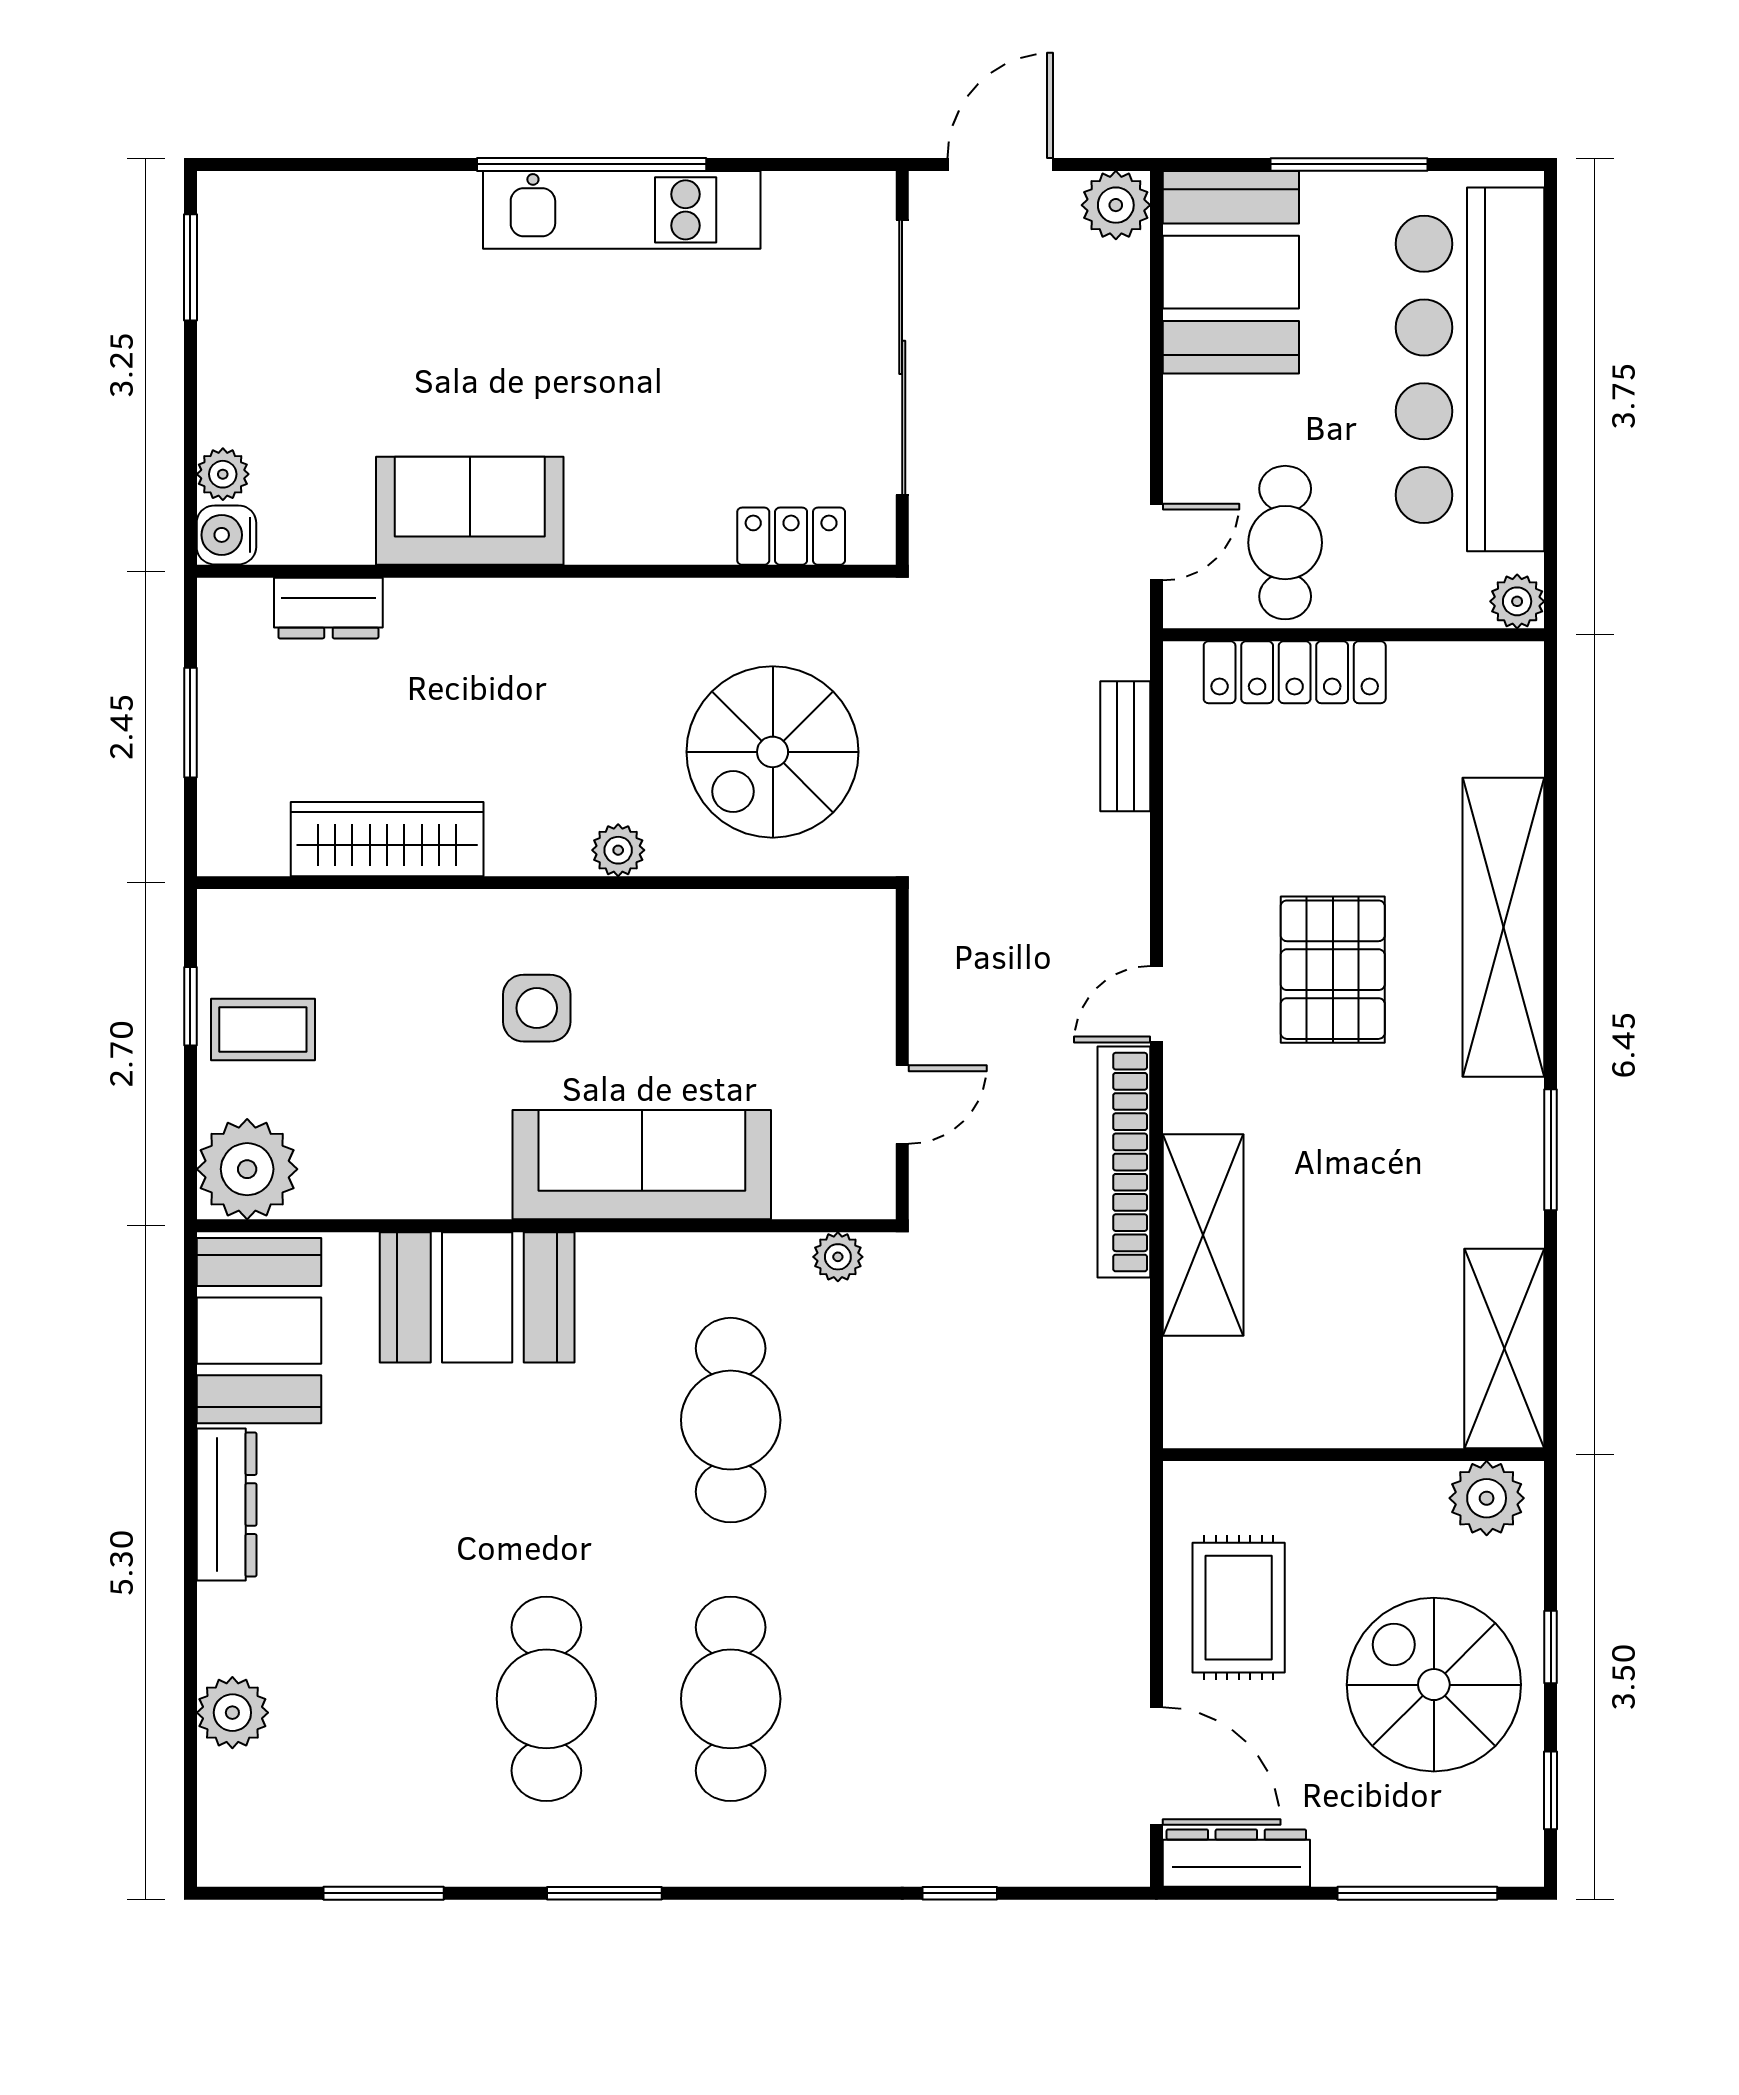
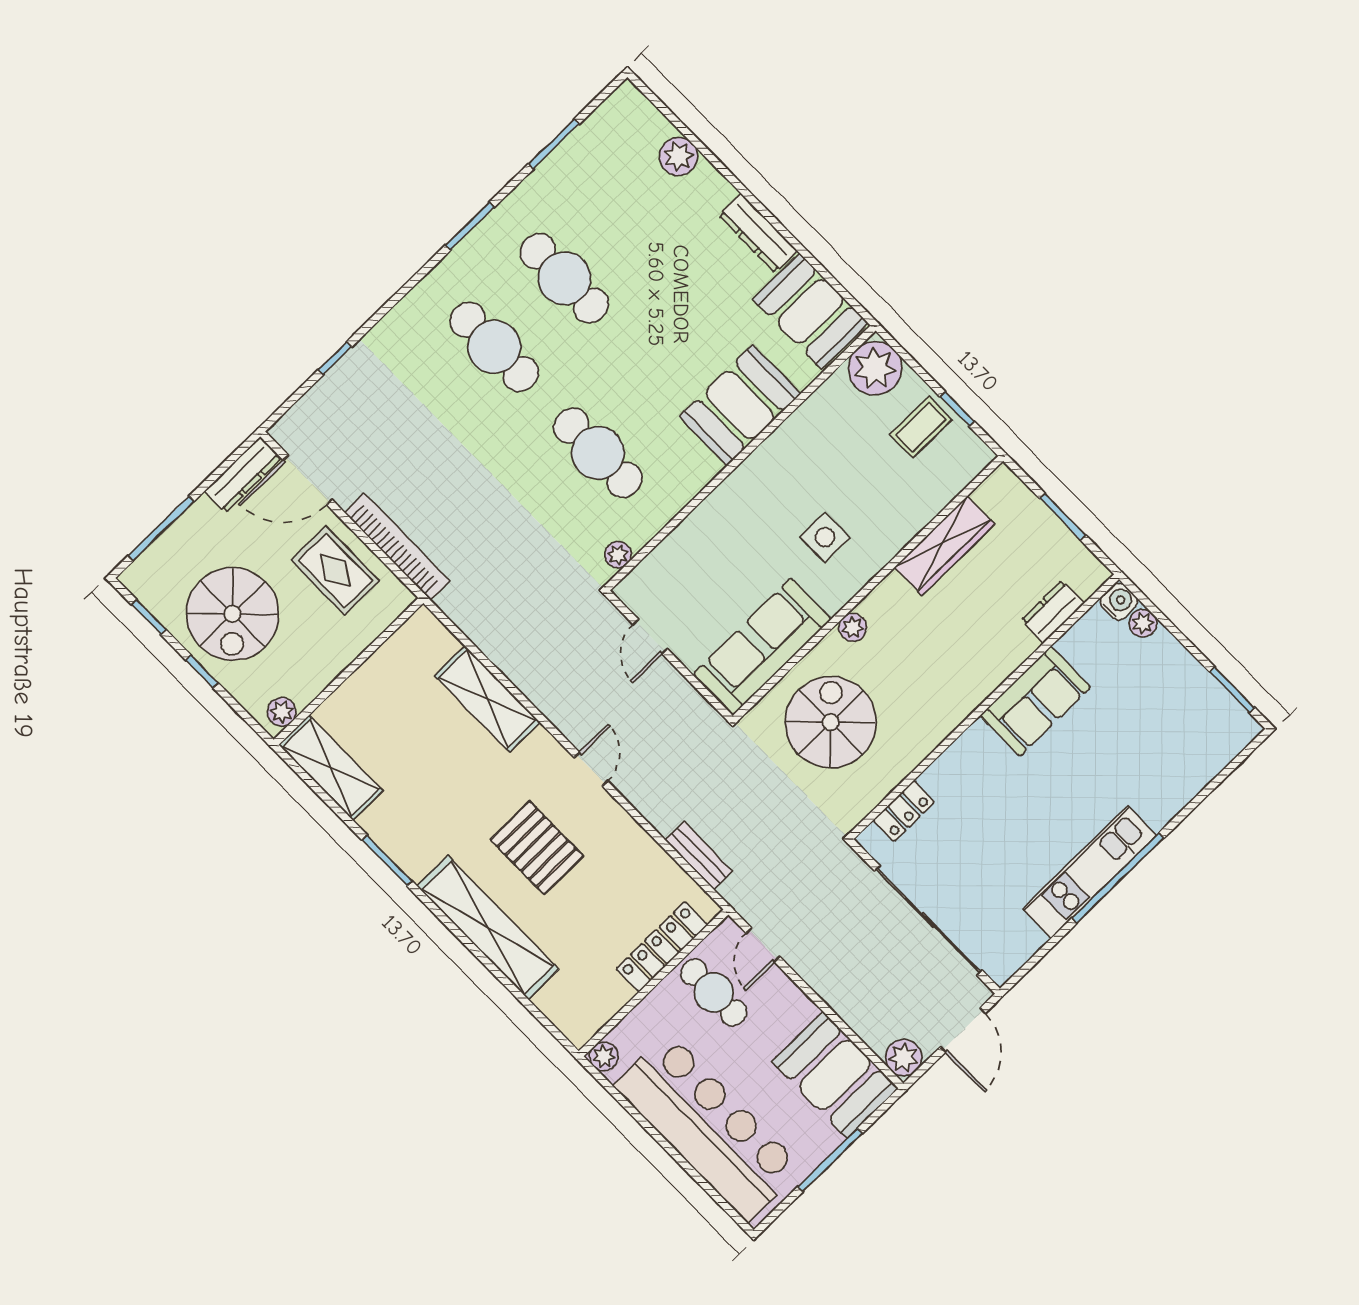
bookcase: (1124, 1162) -> (397, 547), moved
sofa: (642, 1165) -> (762, 646), moved, turned 180
plant: (1487, 1498) -> (282, 712), width x0.73, depth x0.73
spiral stairs: (1434, 1685) -> (232, 614), turned 90

